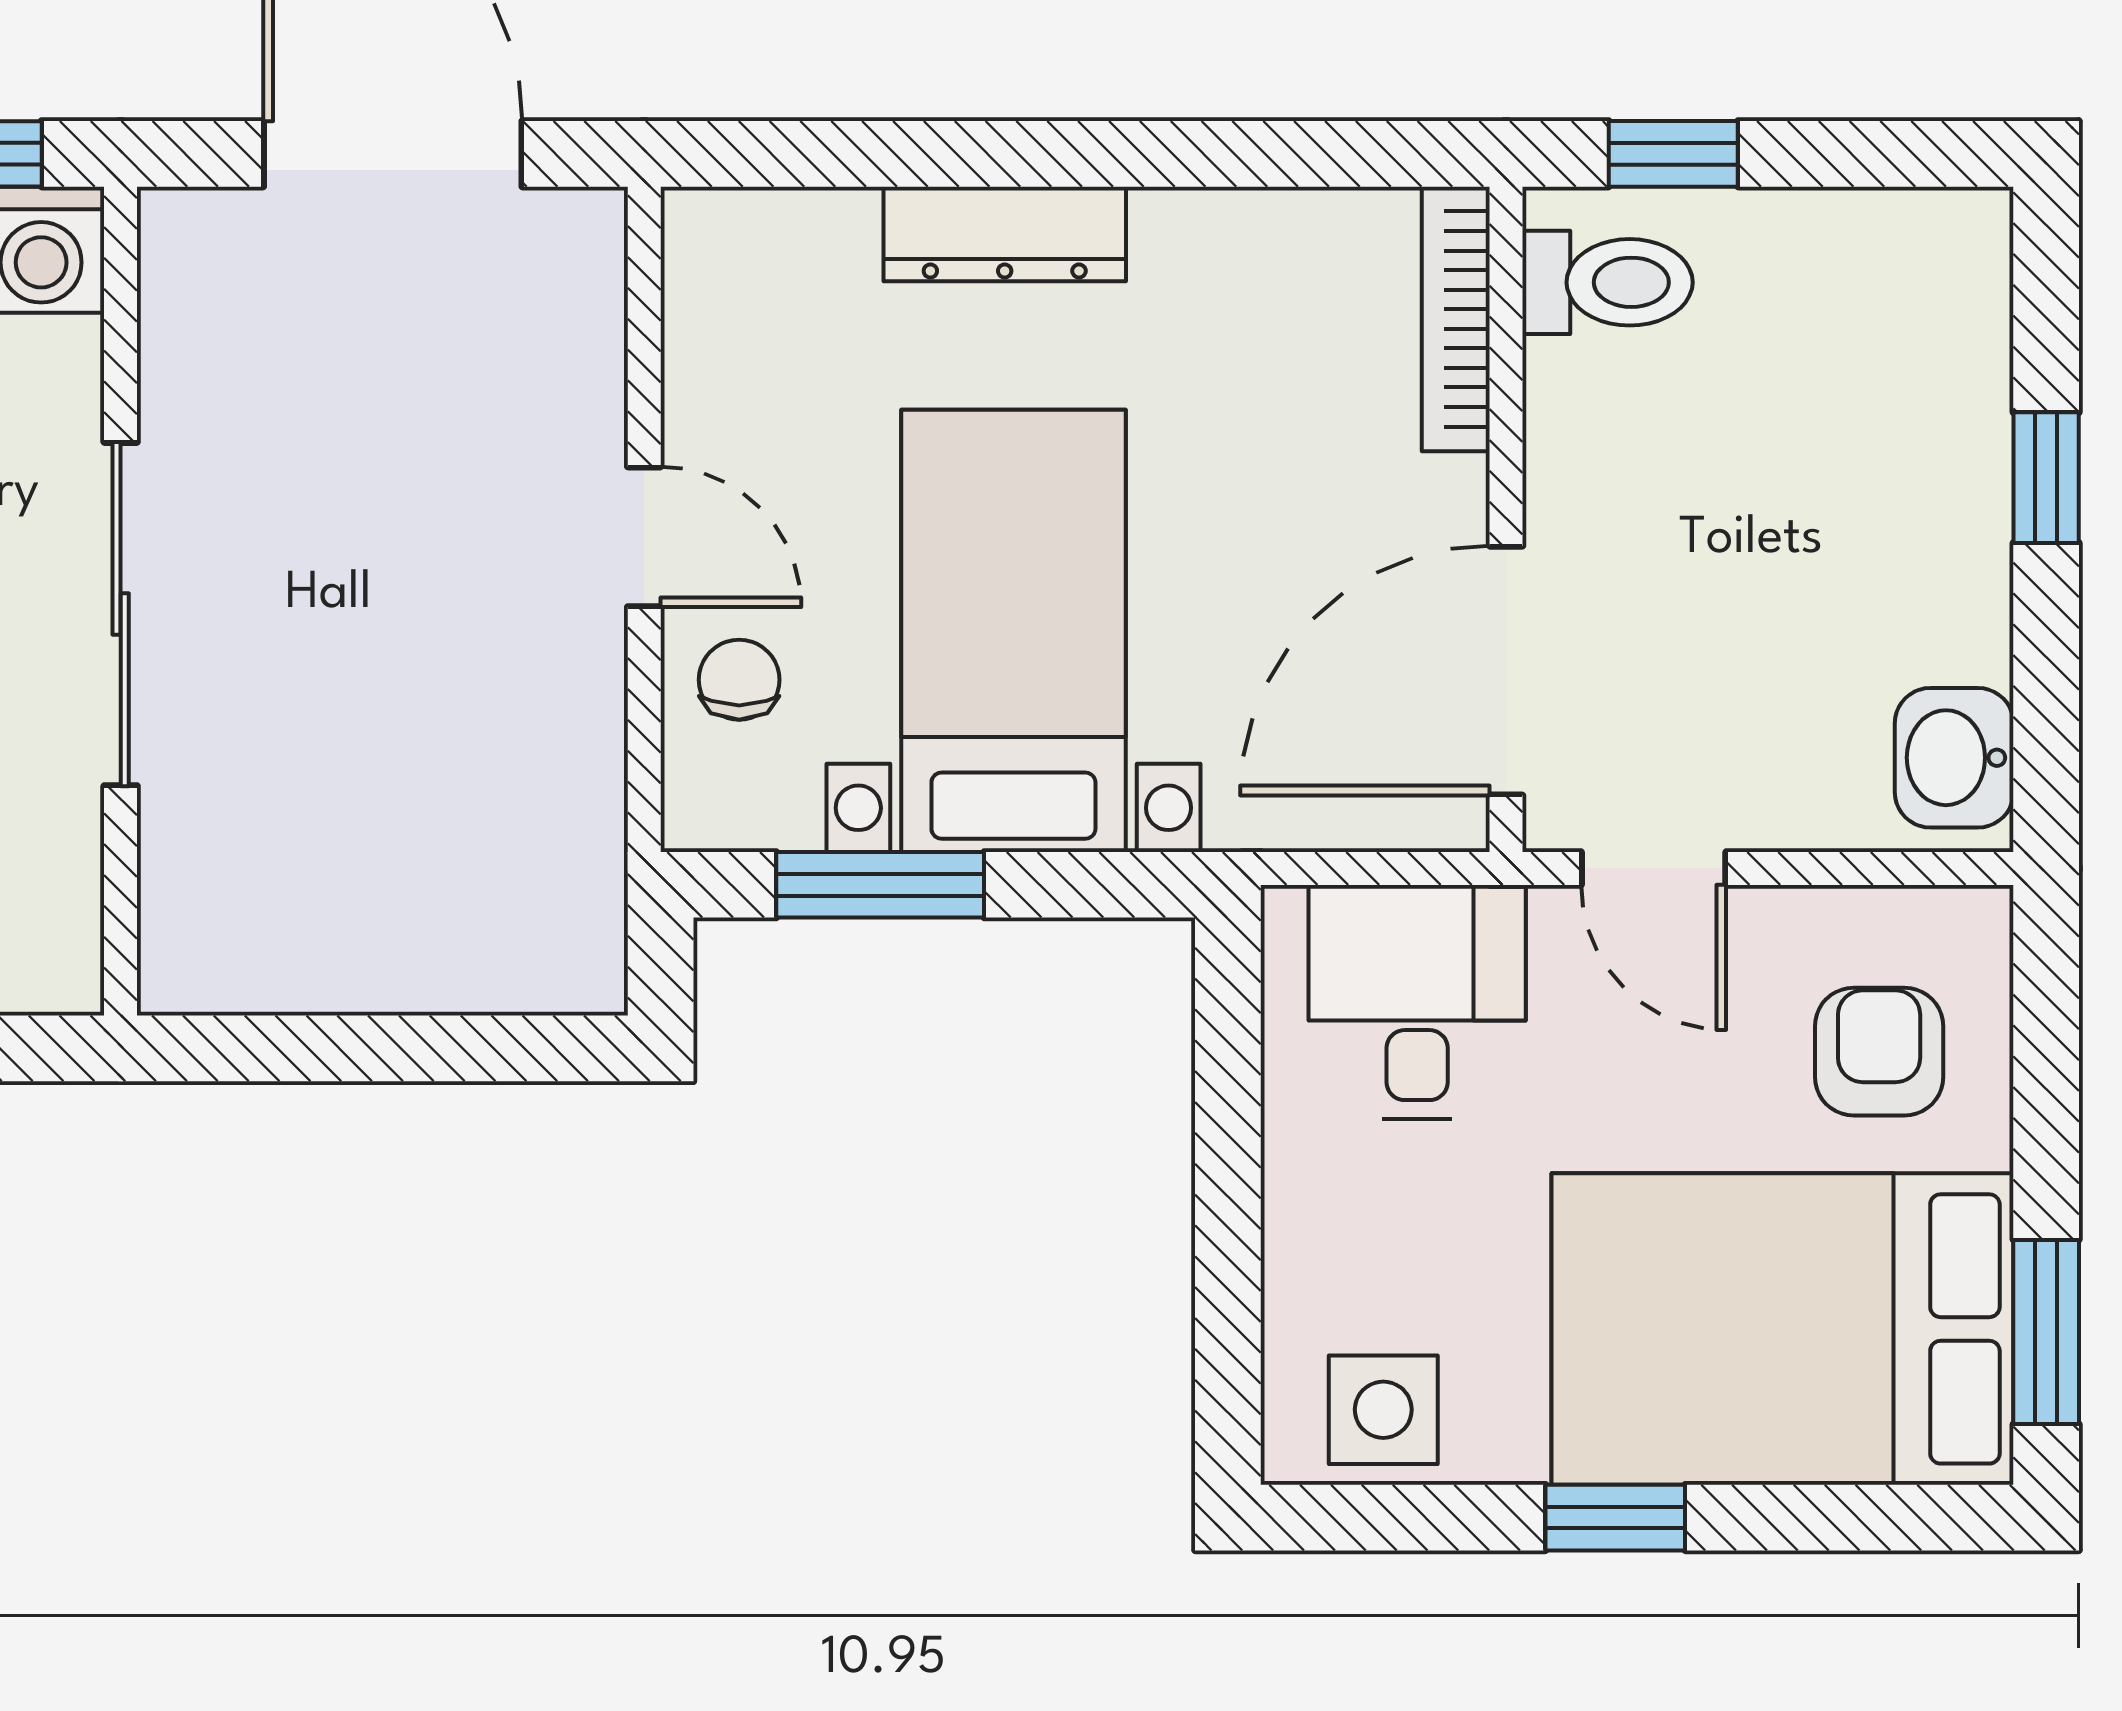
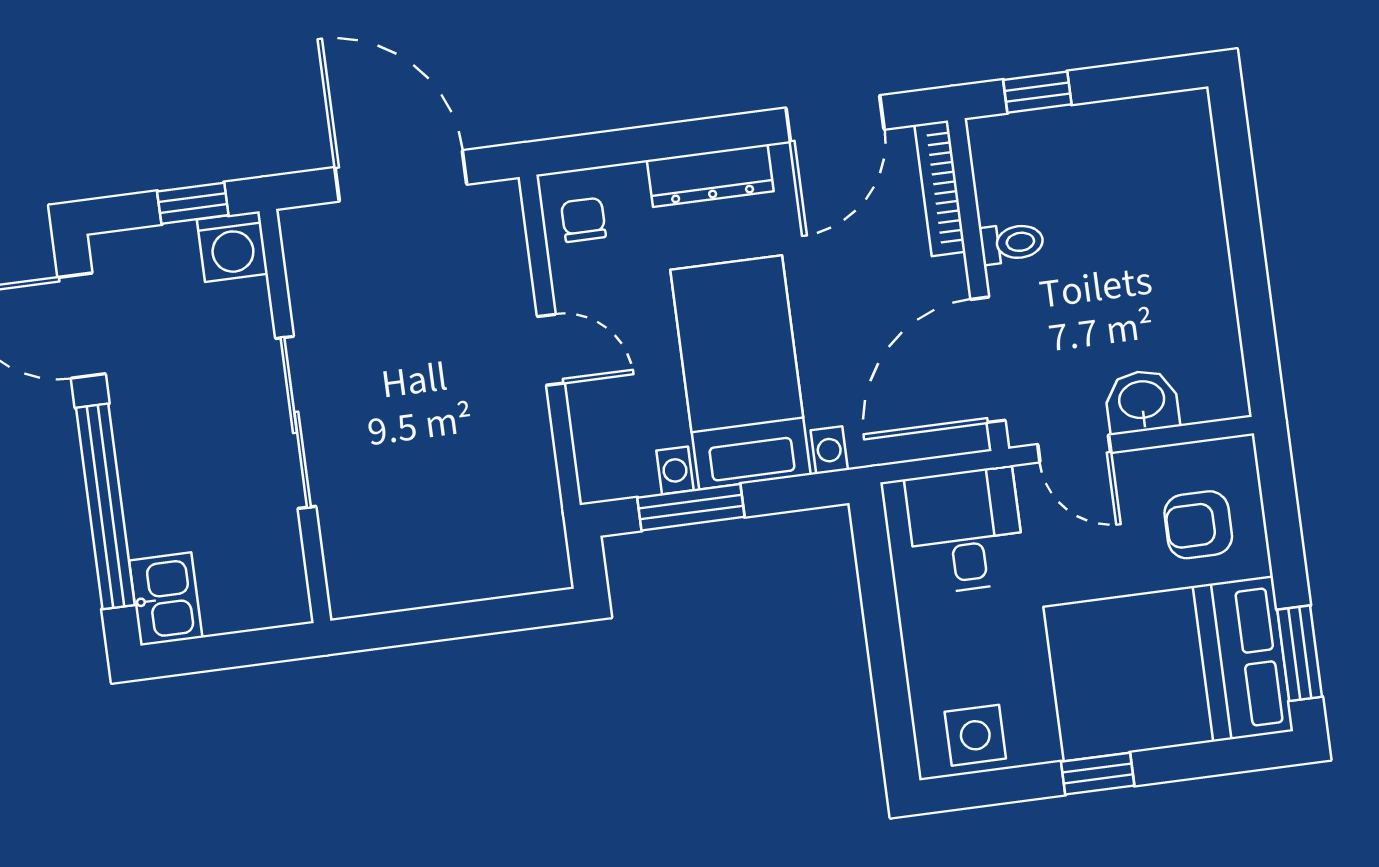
door: (1266, 154) -> (835, 119), added
toilet: (1607, 282) -> (1012, 243), moved, width x0.73, depth x0.72
window: (2046, 478) -> (1244, 229), removed
chair: (739, 680) -> (583, 220), moved
washbasin: (1954, 758) -> (1142, 401), moved, turned 90
armchair: (1879, 1052) -> (1198, 525), turned -90

